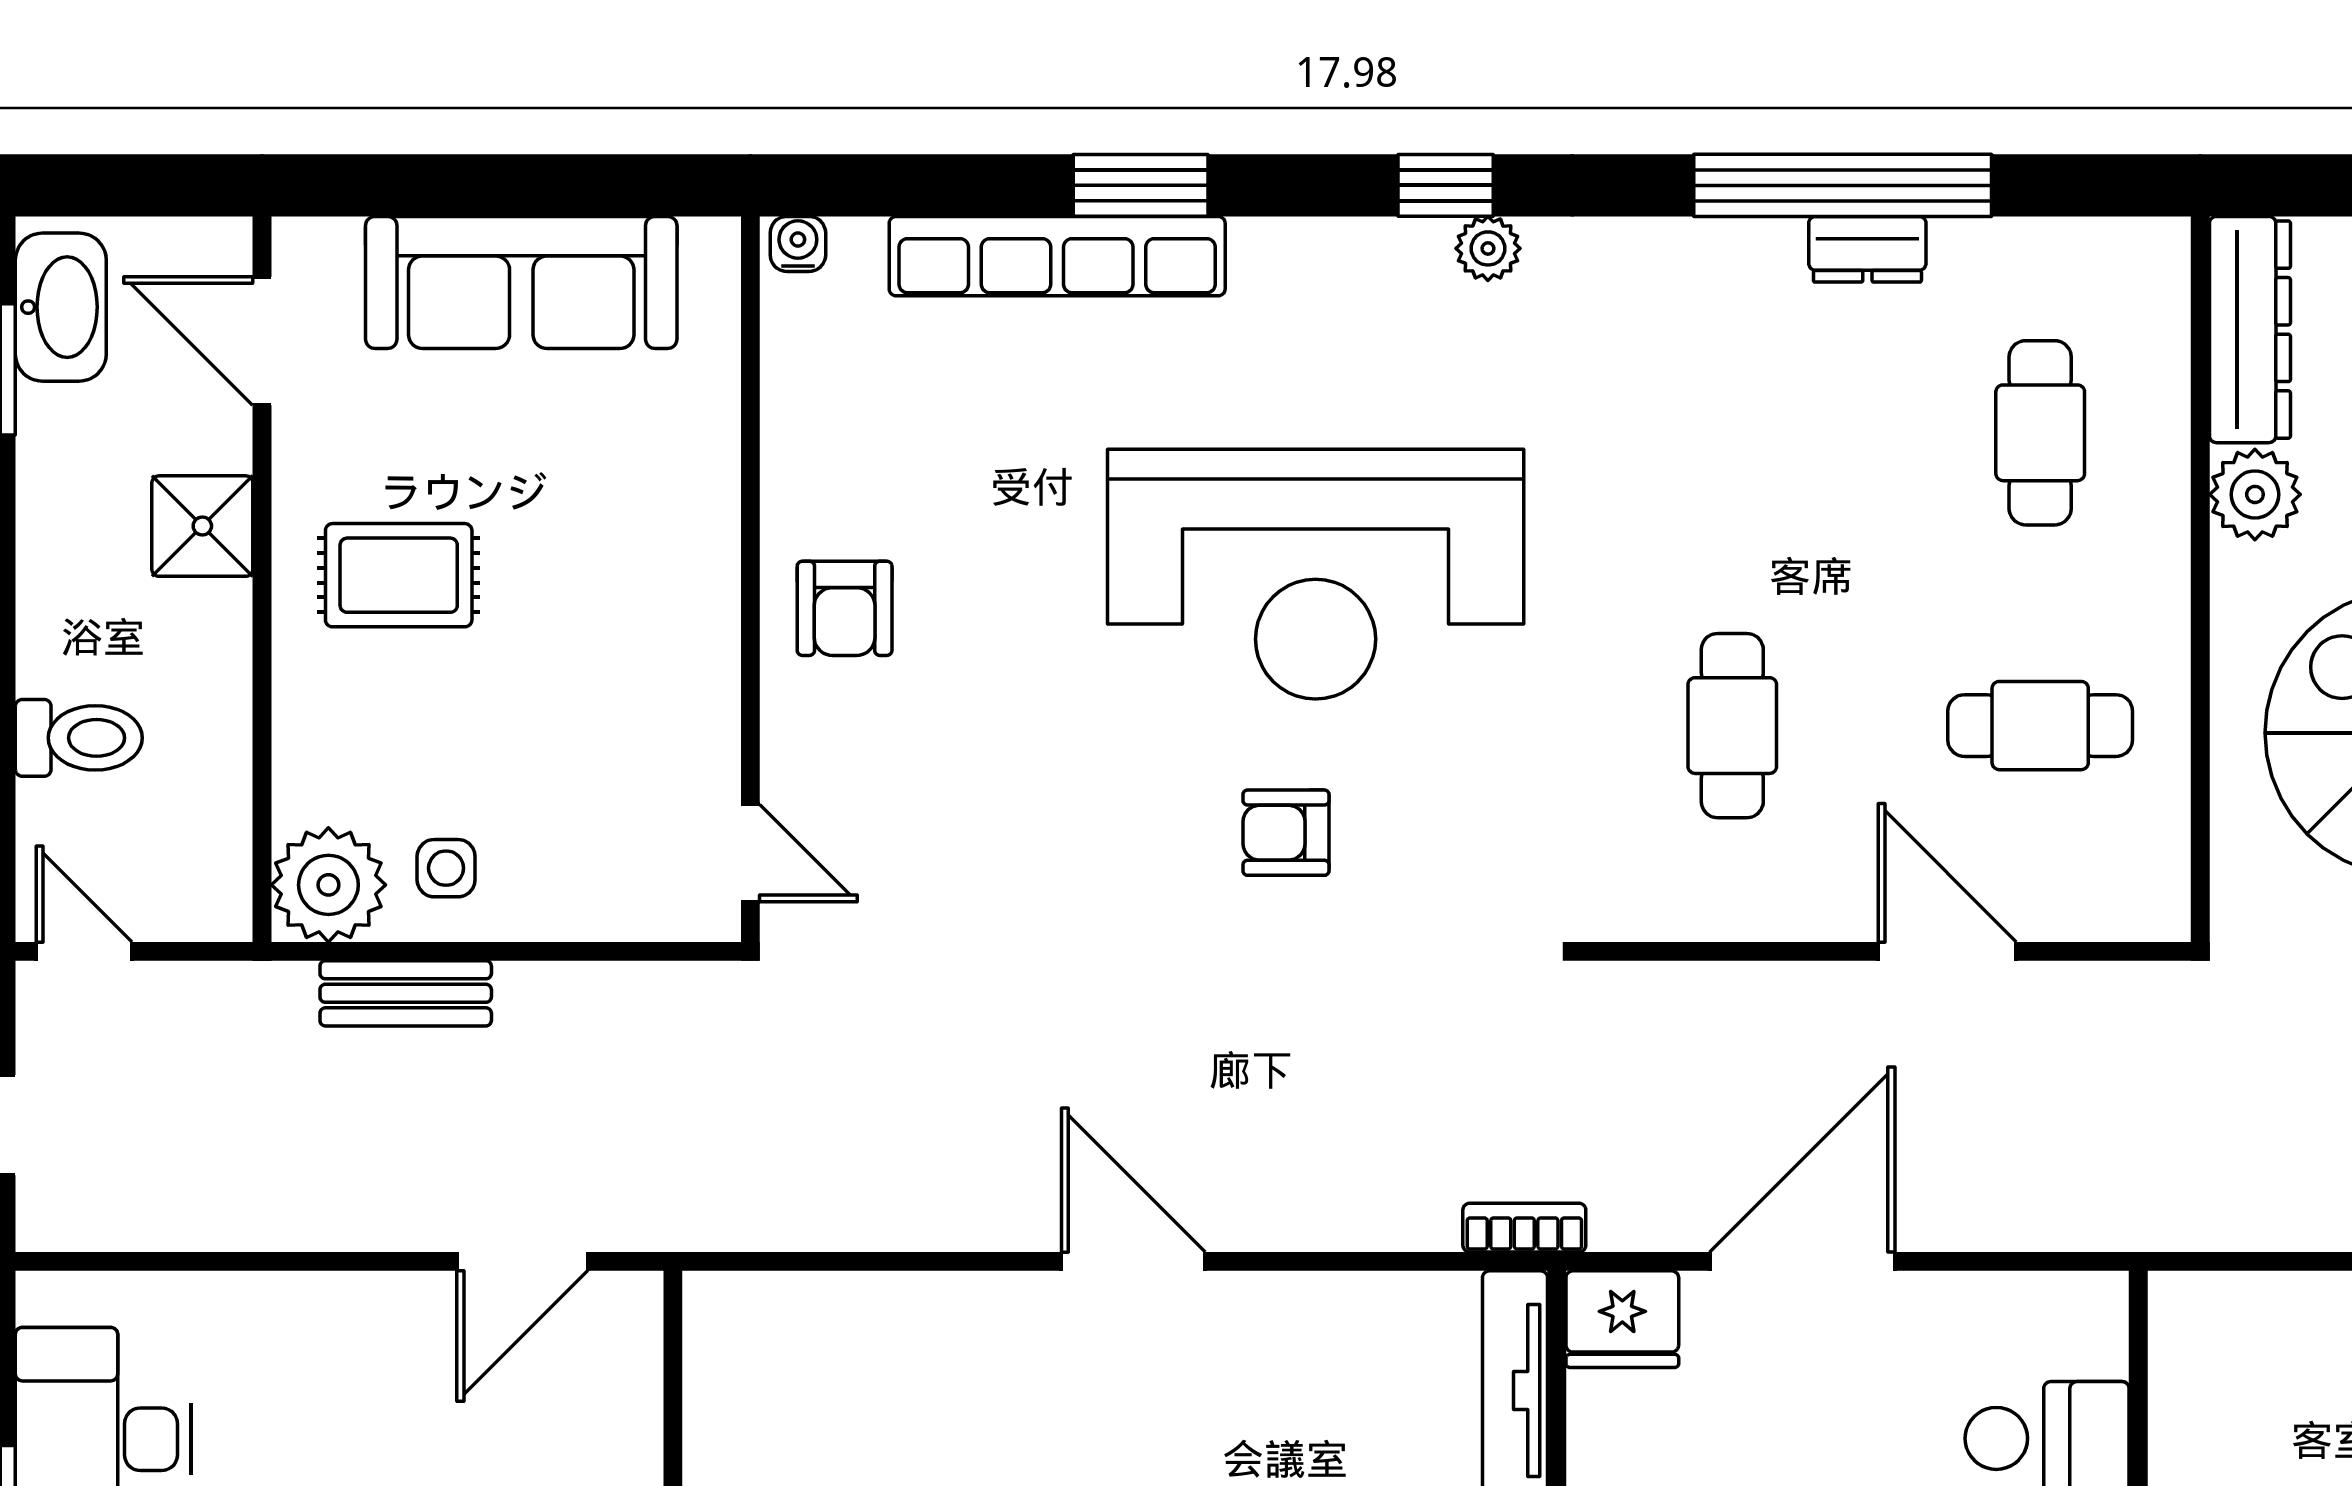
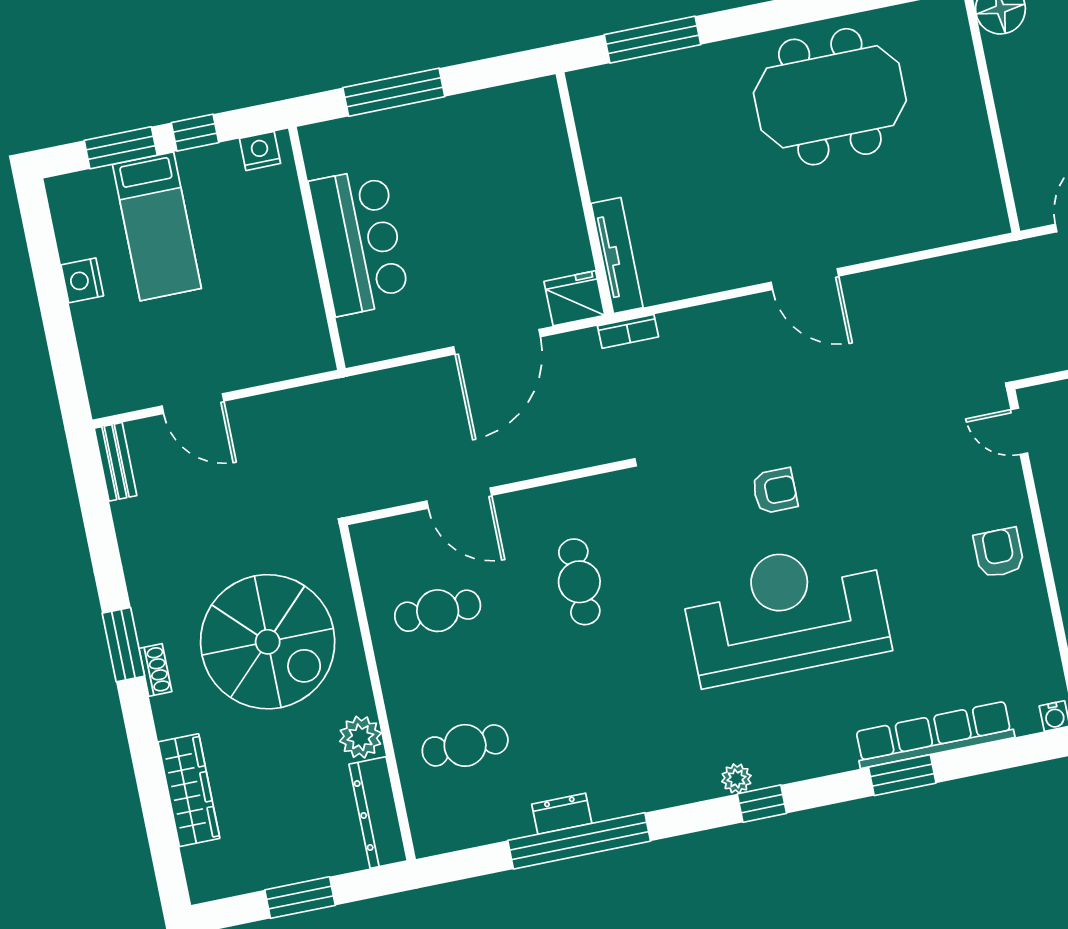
cafe table: (2040, 433) -> (465, 745), turned 90

